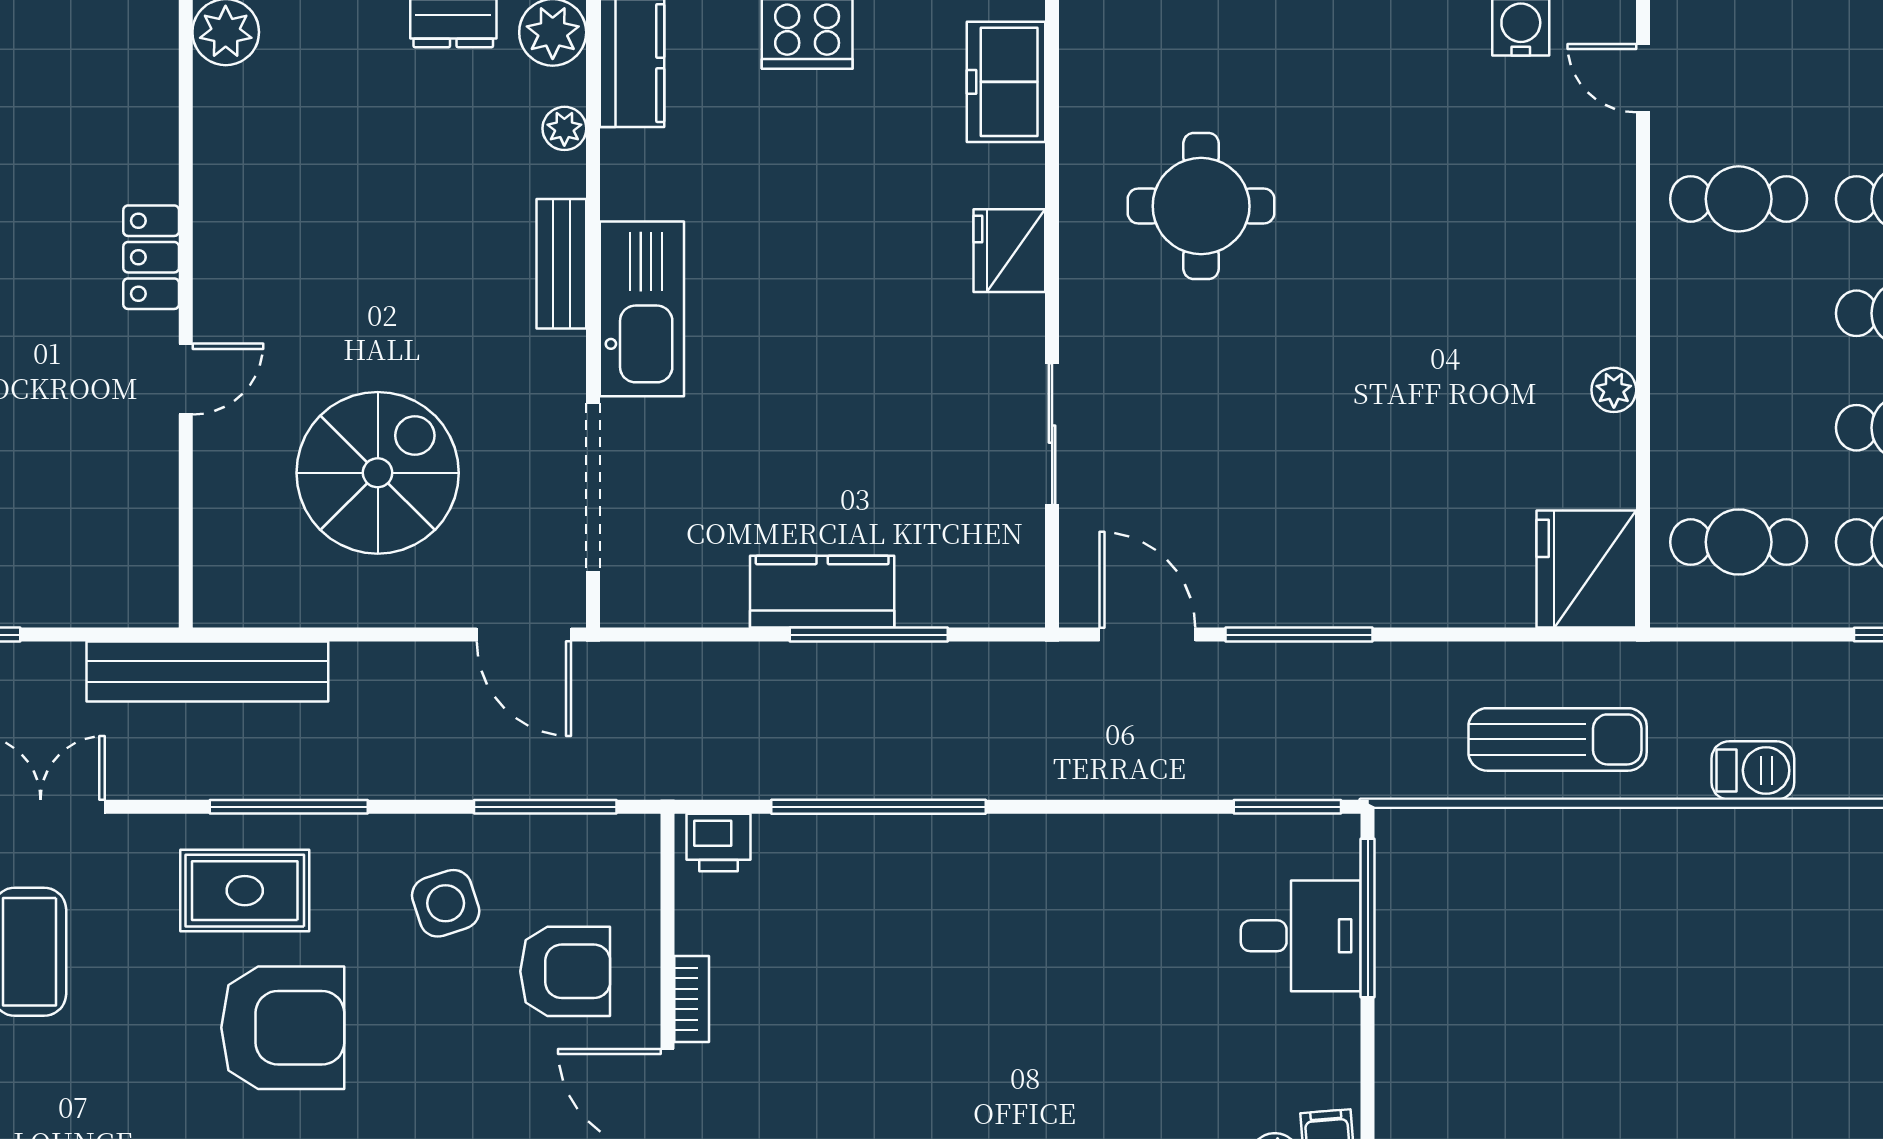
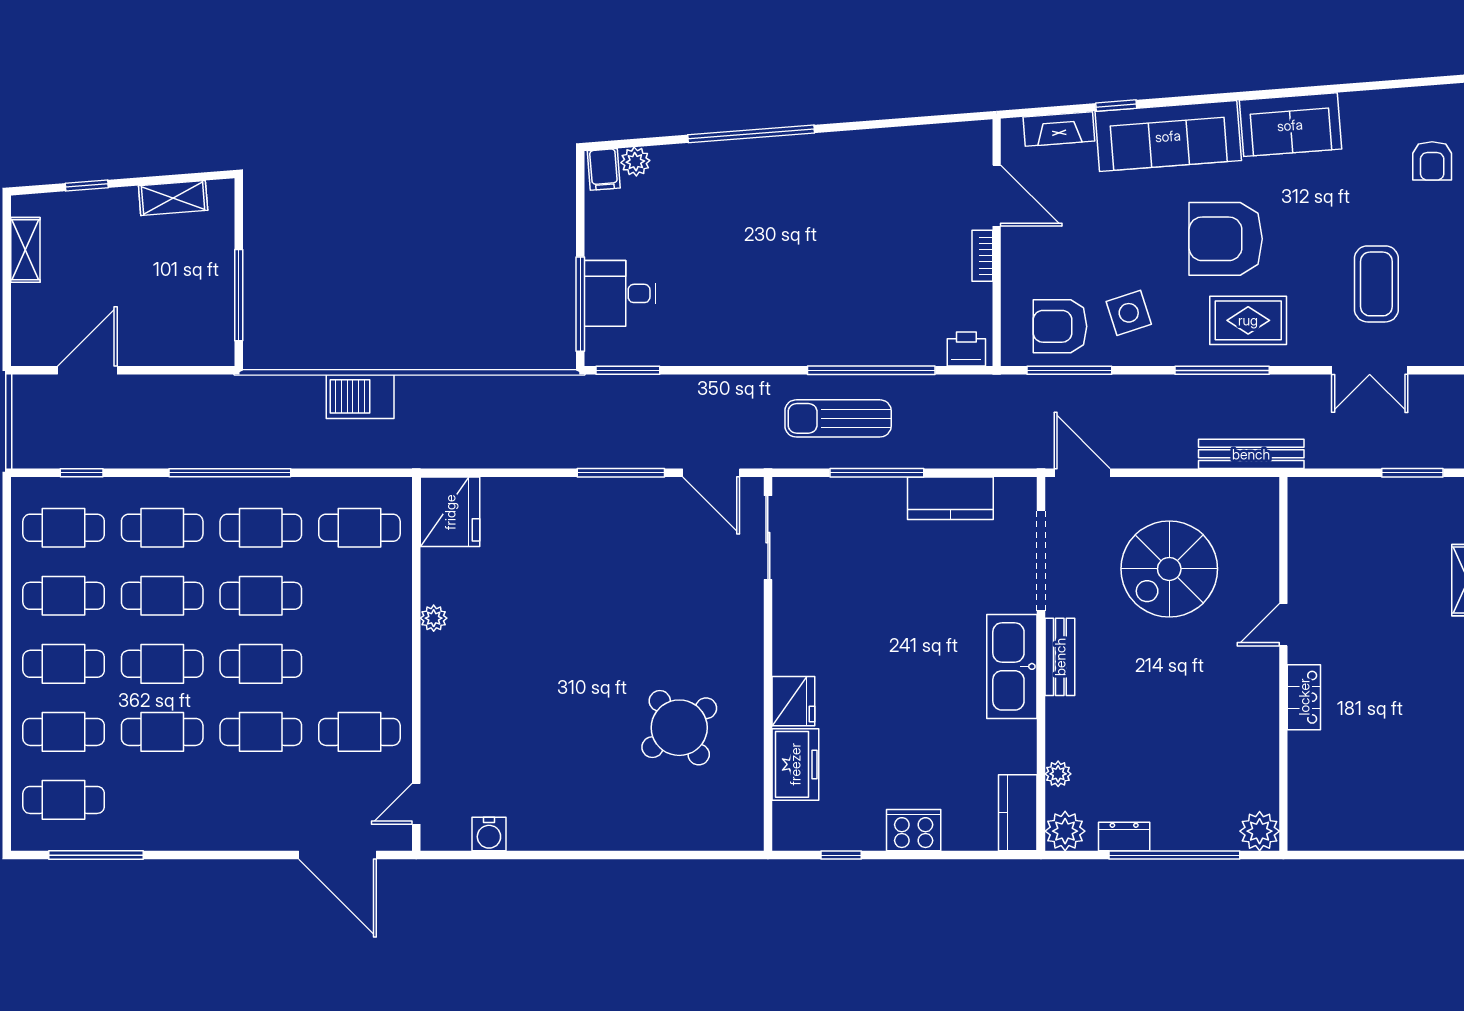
door: (1643, 78) -> (416, 804), swing flipped
freezer: (1006, 82) -> (795, 764), moved
round table: (1201, 206) -> (679, 728), turned -36
bench: (561, 264) -> (1060, 657), moved
sliding door: (1052, 434) -> (768, 538), moved
kitchen counter: (822, 592) -> (950, 498), moved
bench: (207, 672) -> (1251, 454), width x0.73, depth x0.82
sun lounger: (1558, 739) -> (838, 418), moved
barbecue: (1753, 770) -> (360, 396), width x1.38, depth x1.27
armchair: (565, 971) -> (1060, 326), moved

